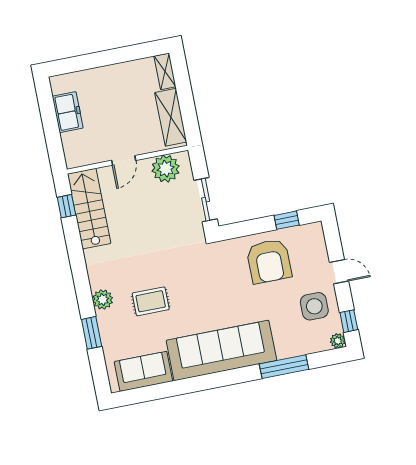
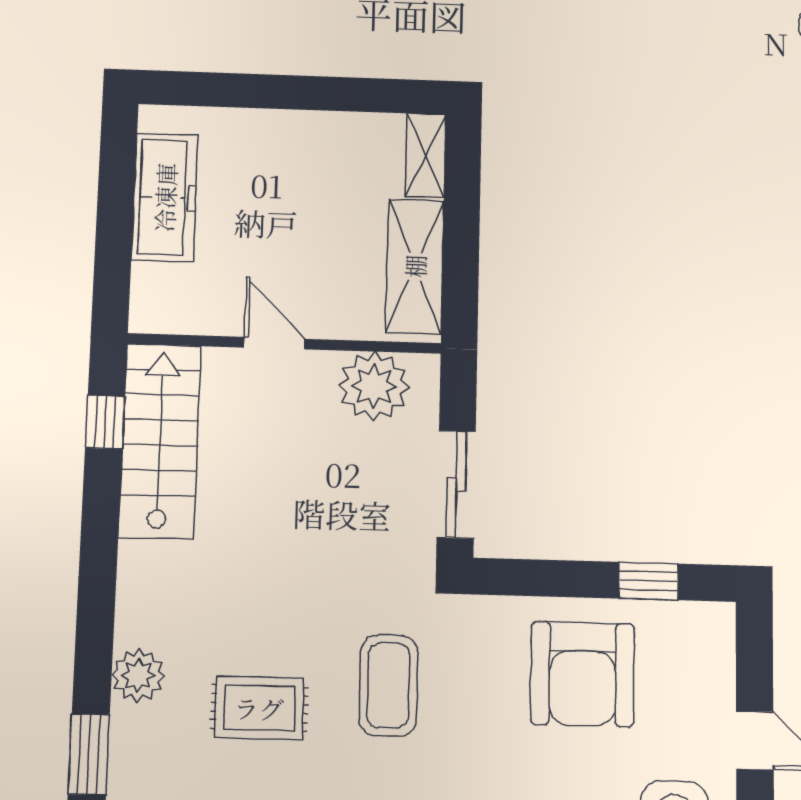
freezer: (68, 112) -> (165, 197), width x1.40
door: (124, 160) -> (274, 343), swing flipped
coffee table: (197, 282) -> (388, 685), added

